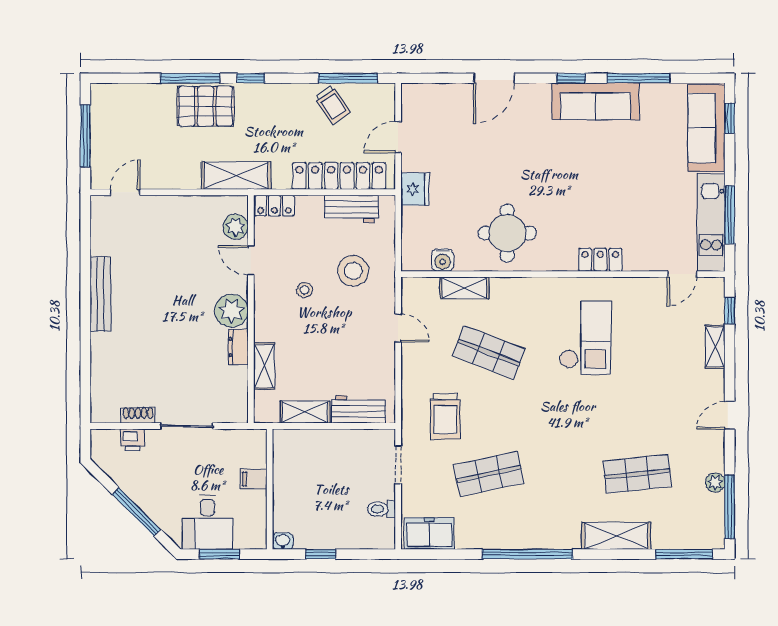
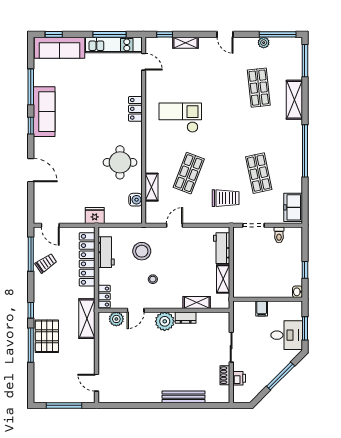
door: (398, 137) -> (50, 225), moved
bench: (100, 294) -> (184, 397), moved

